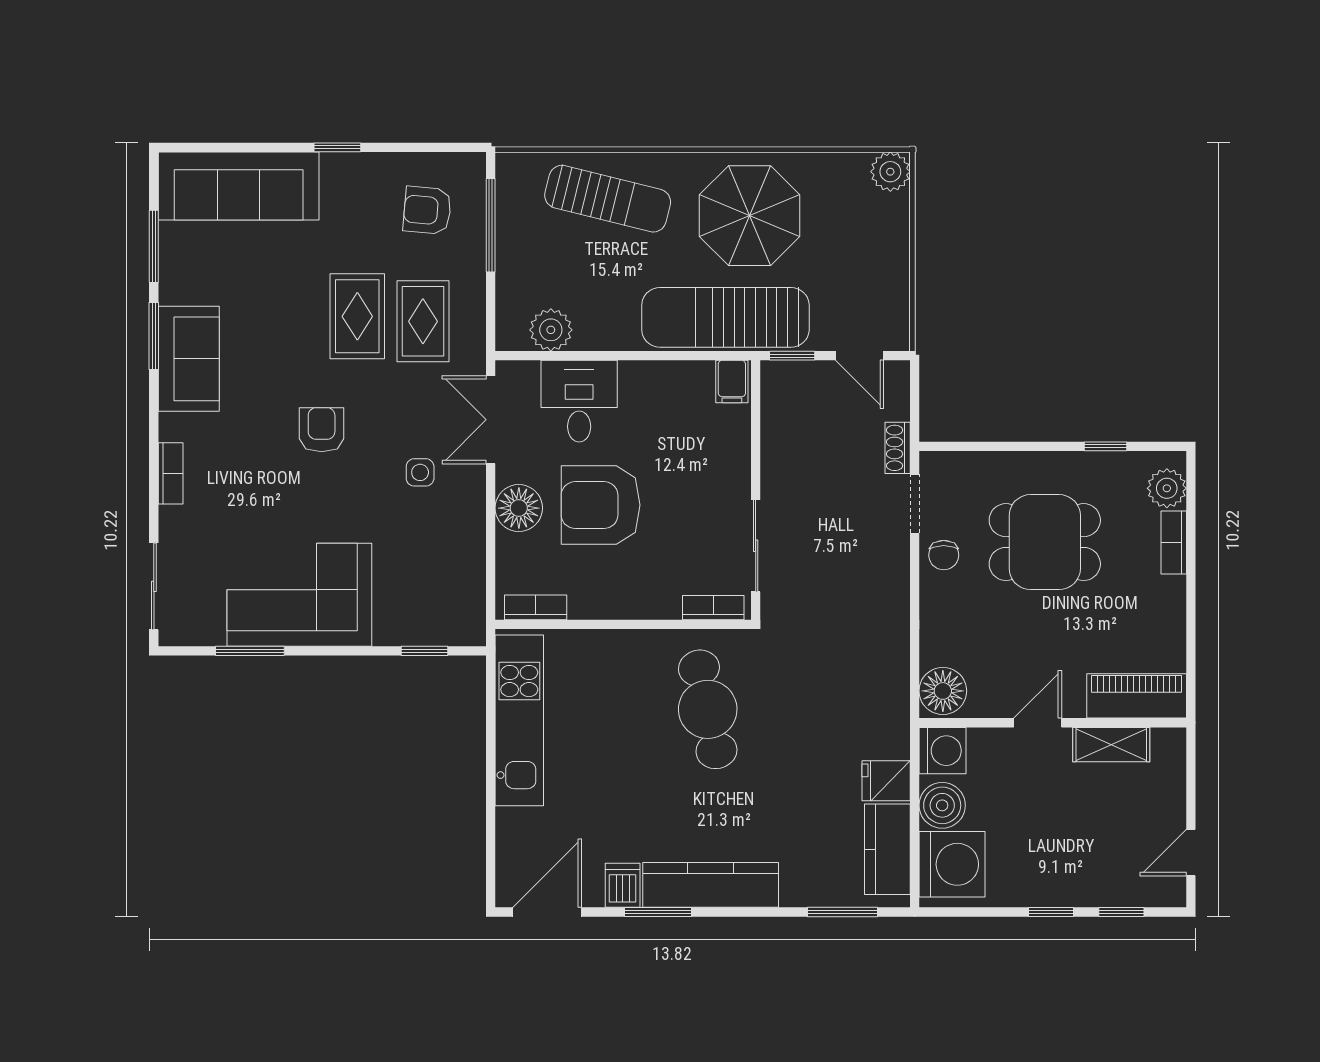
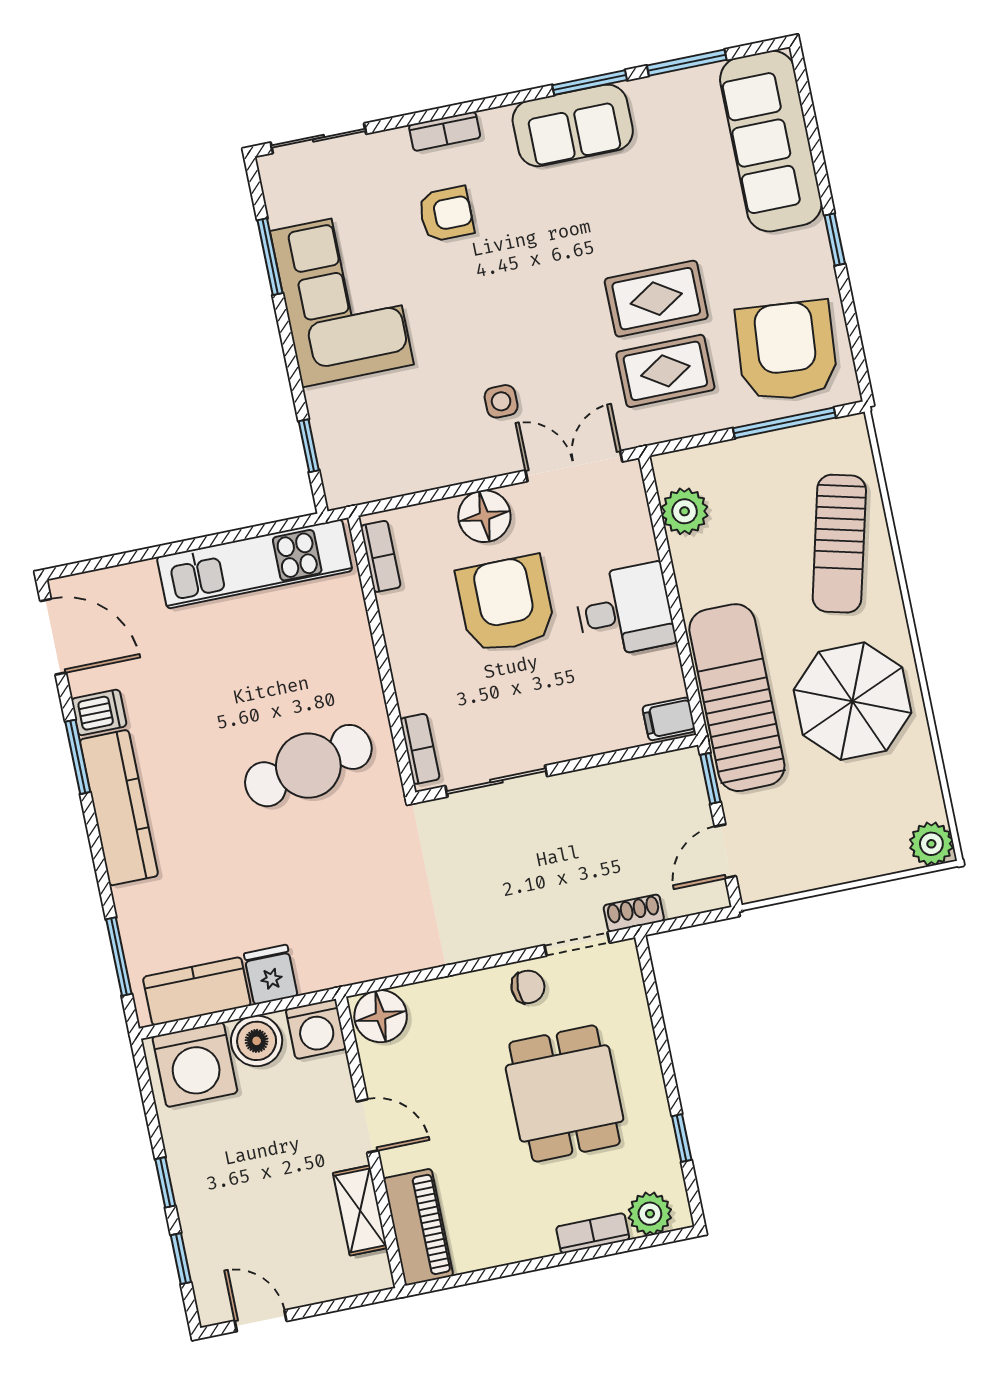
armchair: (427, 210) -> (787, 351), width x1.88, depth x1.88
desk: (579, 401) -> (624, 610), moved
armchair: (322, 430) -> (446, 214), moved
chair: (944, 555) -> (528, 987), turned 180

